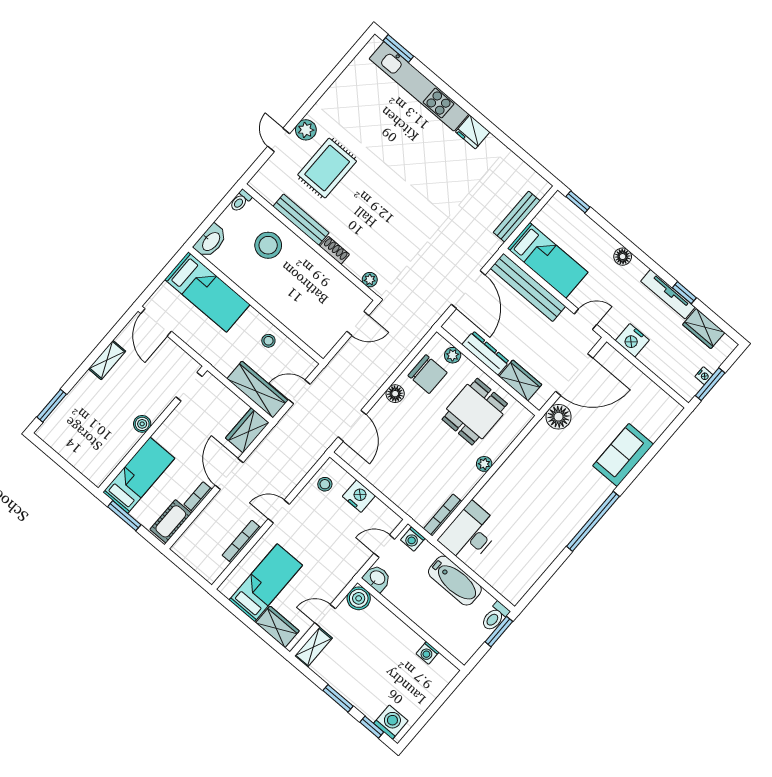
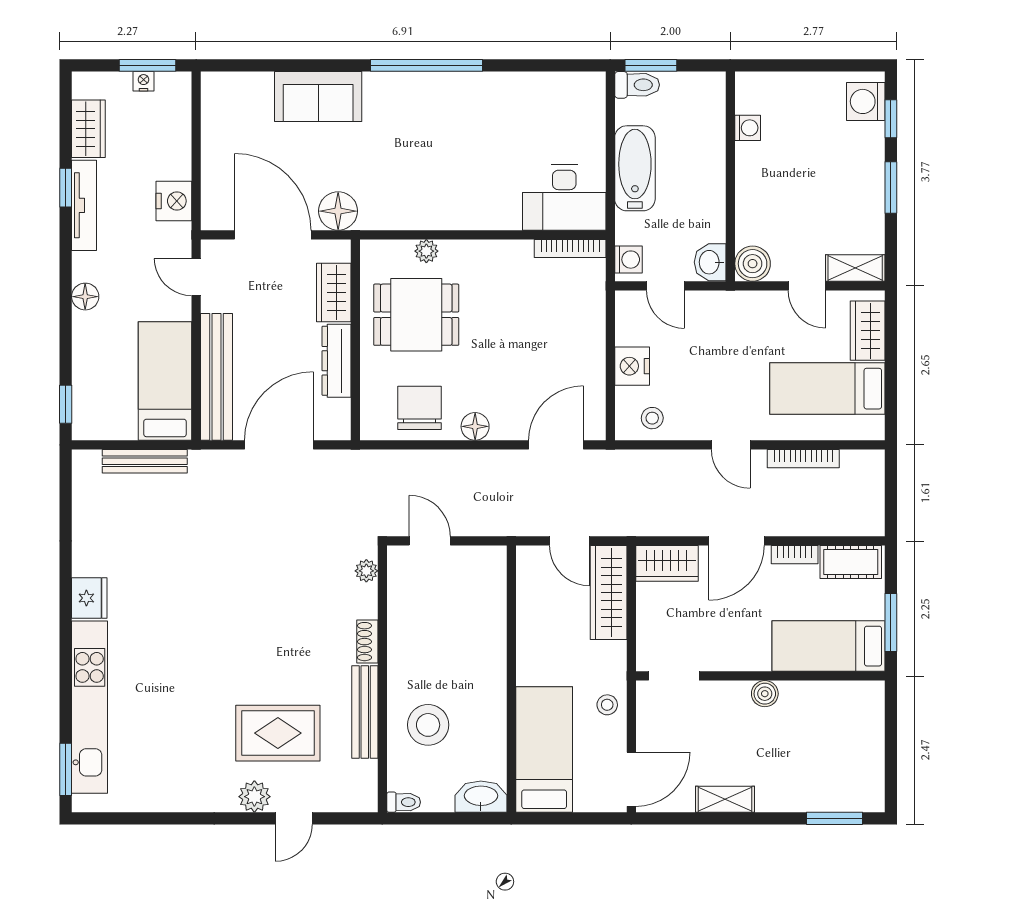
stool: (268, 341) -> (607, 705), moved
plant: (453, 355) -> (372, 397), removed
plant: (484, 464) -> (426, 251), moved

